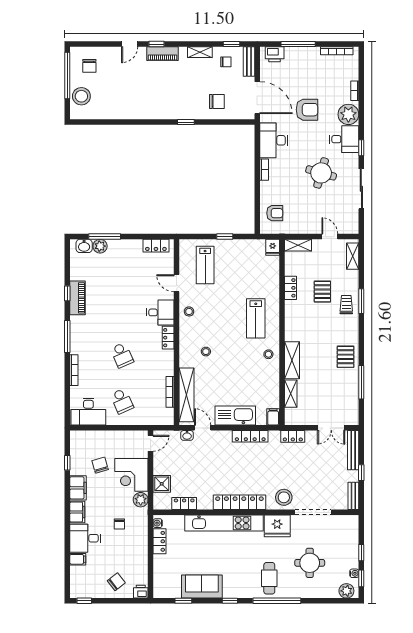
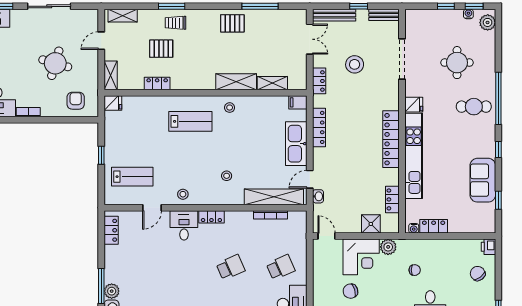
round table: (321, 173) -> (55, 63), moved
stool: (284, 497) -> (355, 64), moved
fridge: (277, 526) -> (414, 105), width x0.53, depth x0.75

